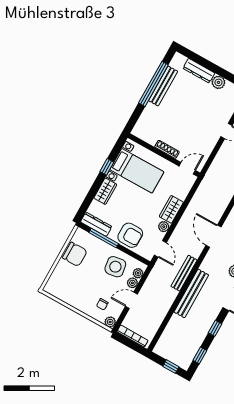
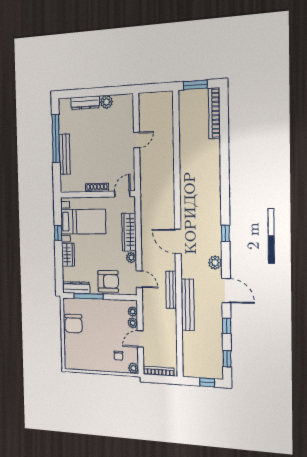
bench: (163, 86) -> (65, 154), moved
wardrobe: (171, 209) -> (129, 232), width x1.50
chair: (75, 254) -> (73, 324), turned 90
side table: (115, 267) -> (111, 316), removed

